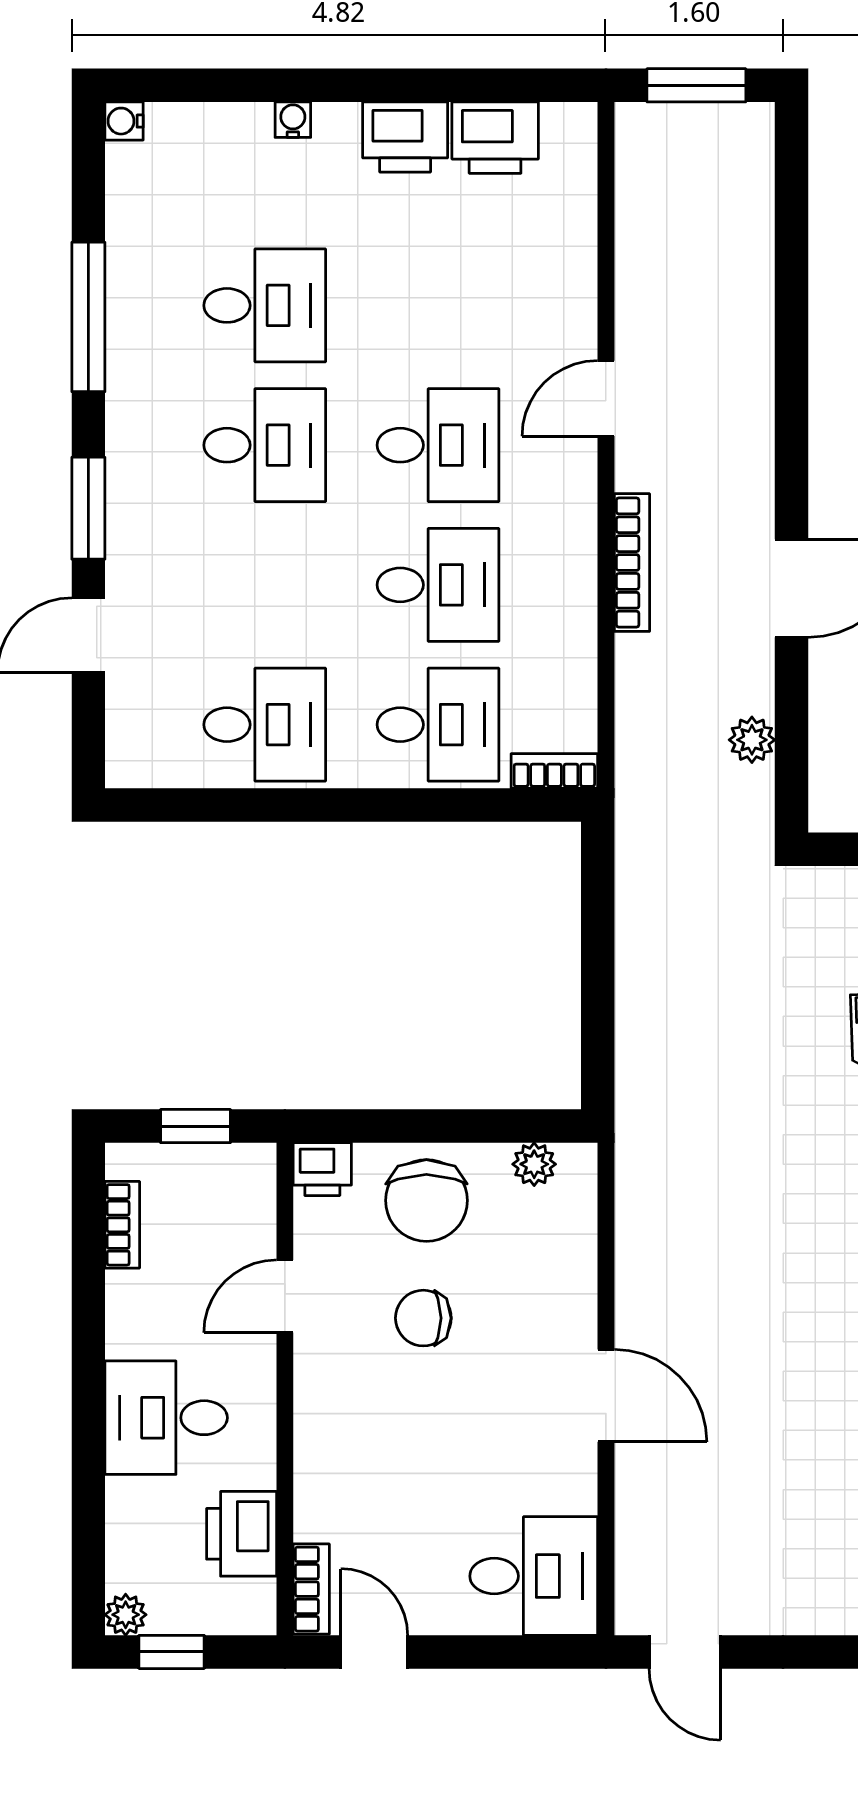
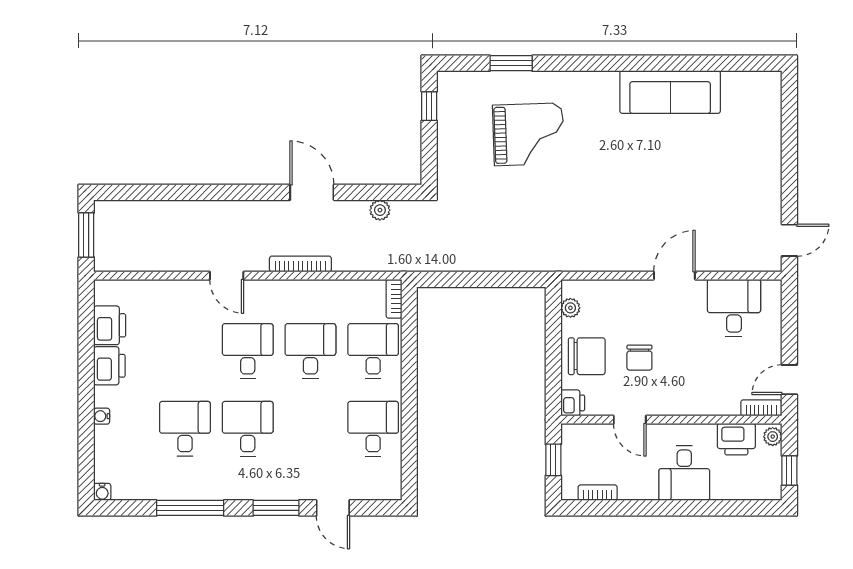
desk: (534, 1576) -> (734, 308), moved
plant: (126, 1615) -> (773, 437), moved

